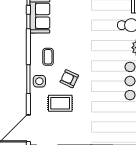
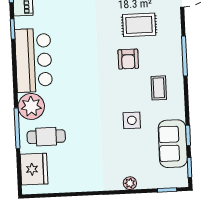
armchair: (69, 79) -> (128, 59), turned 65
side table: (39, 81) -> (132, 120), moved

